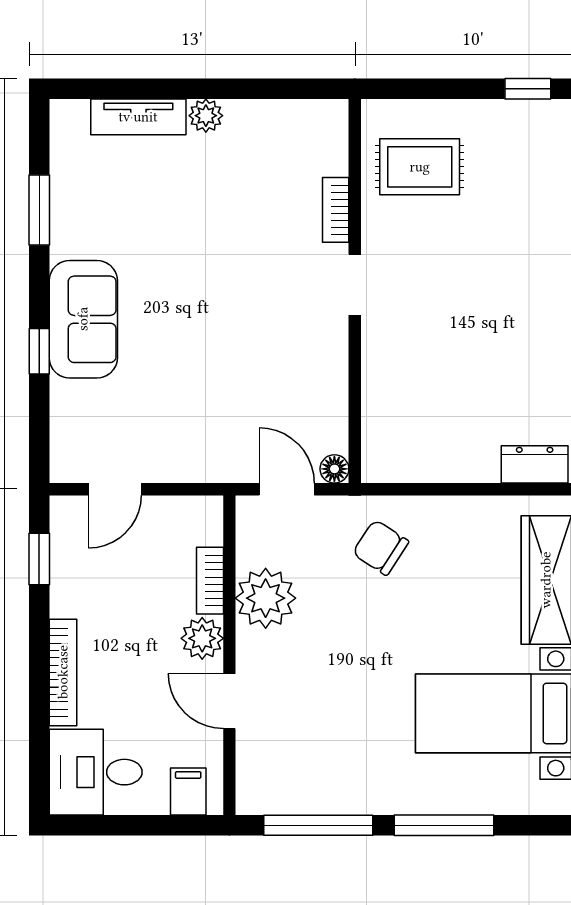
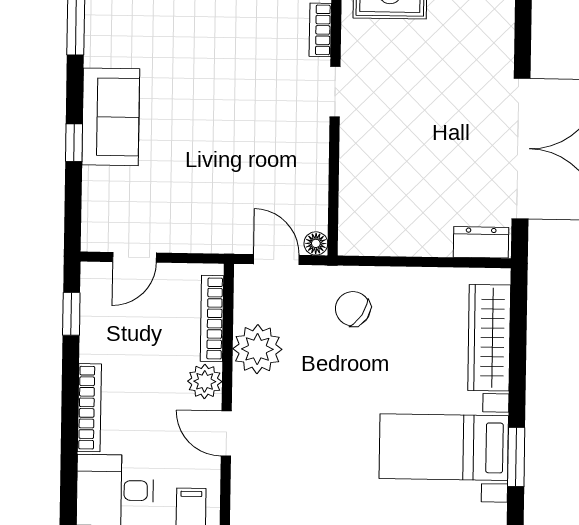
bookcase: (210, 581) -> (212, 318), width x1.56

